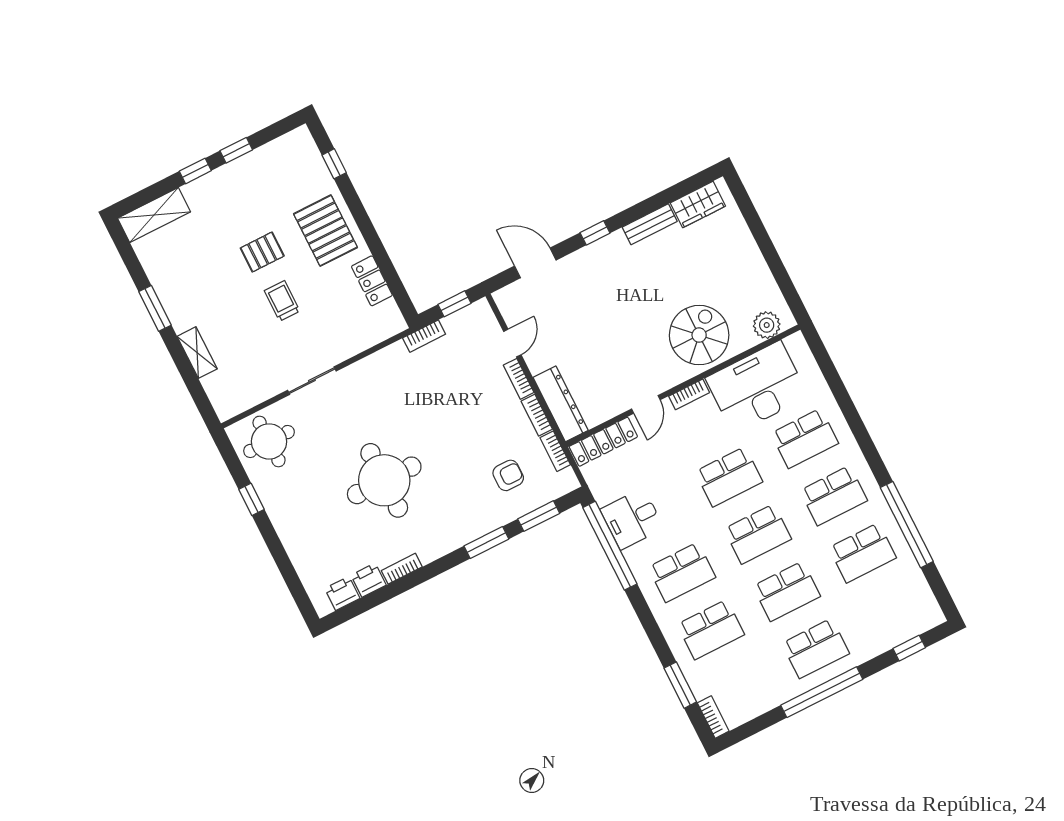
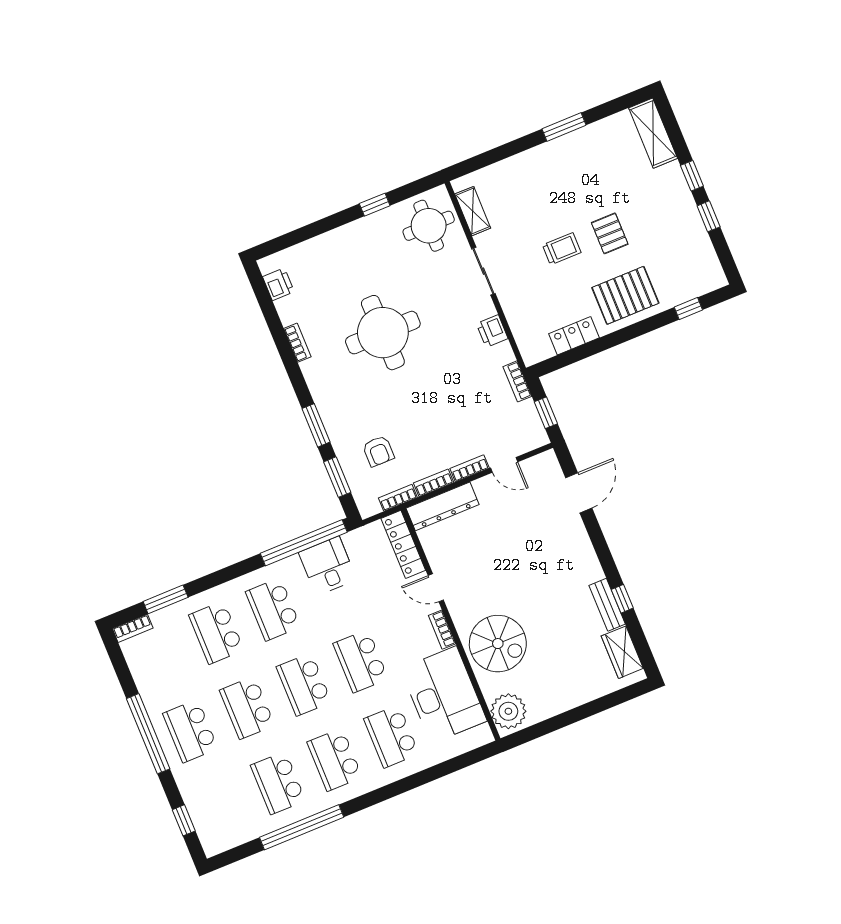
window: (595, 233) -> (622, 599), moved
plant: (767, 325) -> (508, 711), width x1.36, depth x1.36
shelving: (197, 353) -> (473, 211), moved, turned 90
printer: (369, 580) -> (492, 331), moved, turned 180

